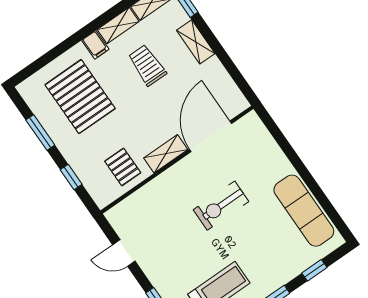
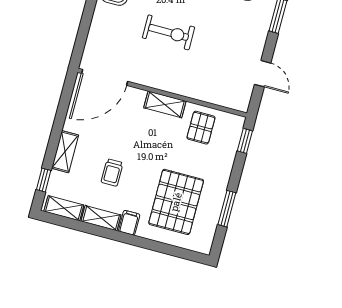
trolley: (147, 65) -> (112, 172), width x0.73, depth x0.72
door: (211, 136) -> (105, 77), moved
window: (71, 177) -> (245, 141), moved

